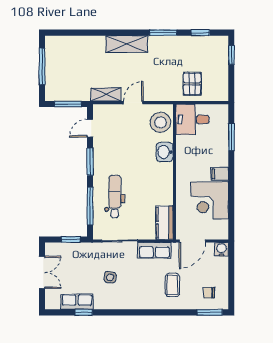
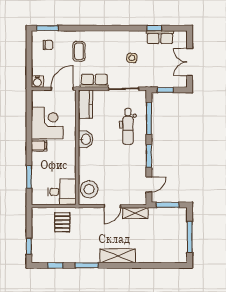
washbasin: (165, 152) -> (86, 139), moved

